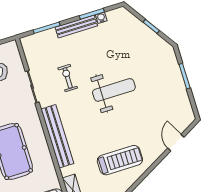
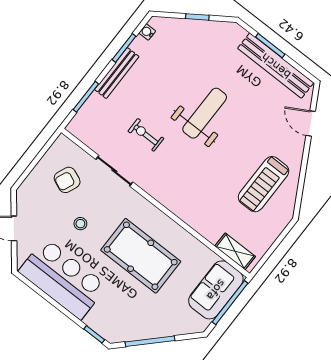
water cooler: (101, 18) -> (147, 32), moved
bench: (57, 136) -> (276, 66), moved
treadmill: (120, 160) -> (264, 184), turned 180

